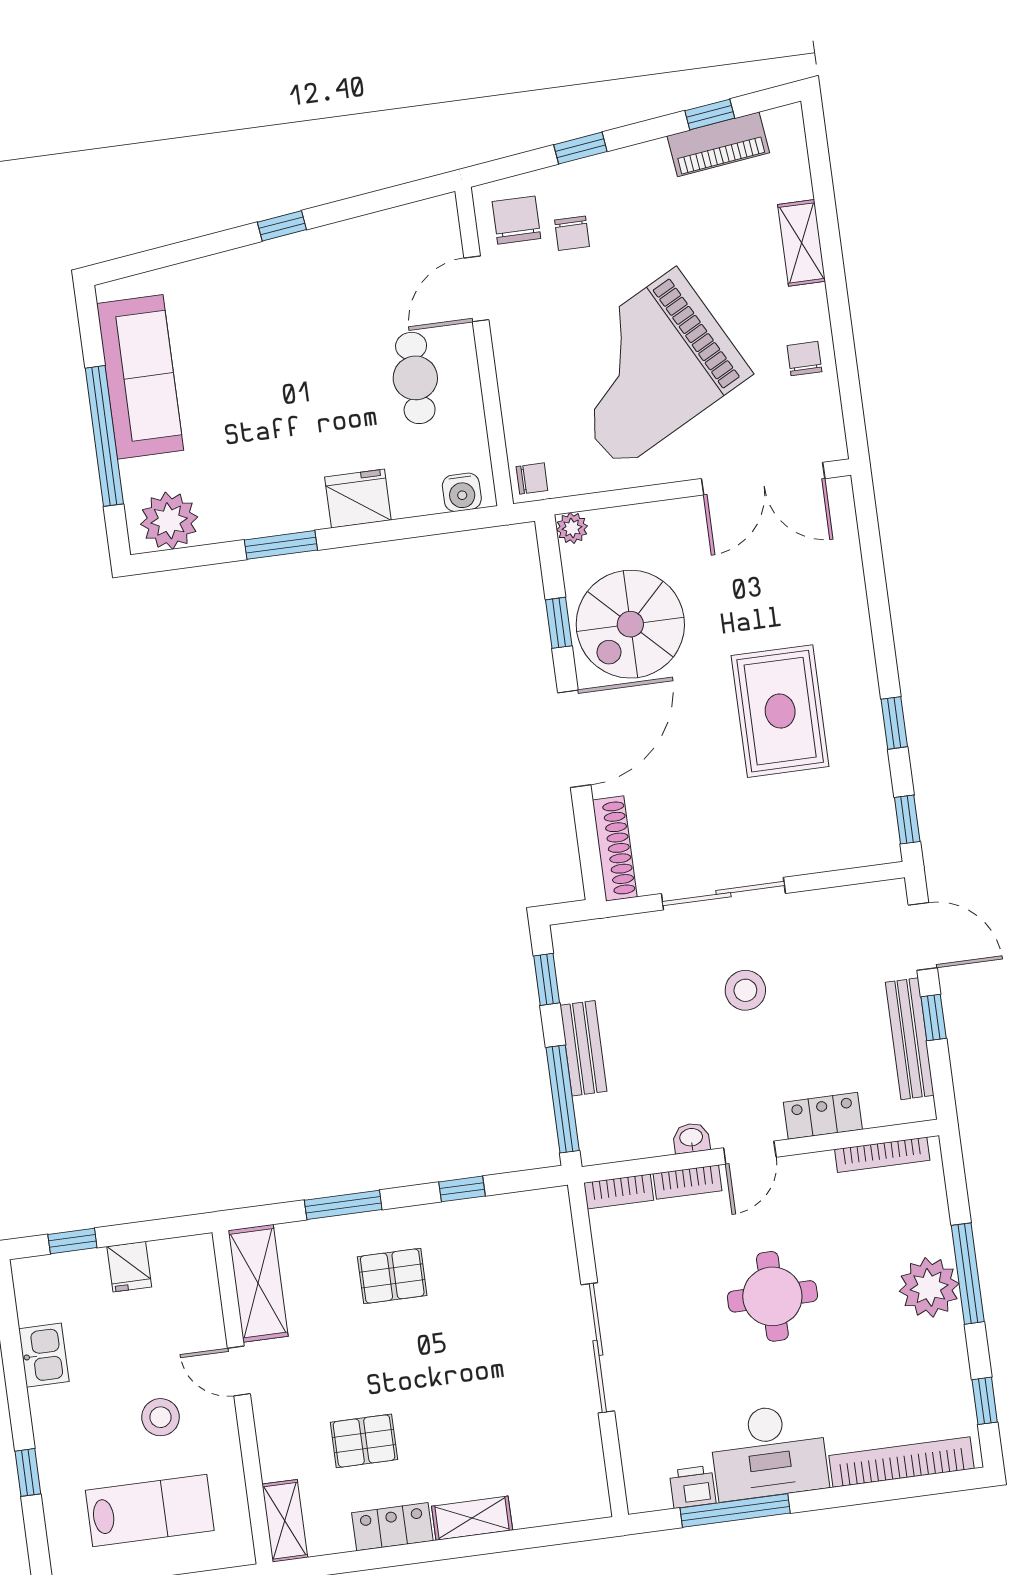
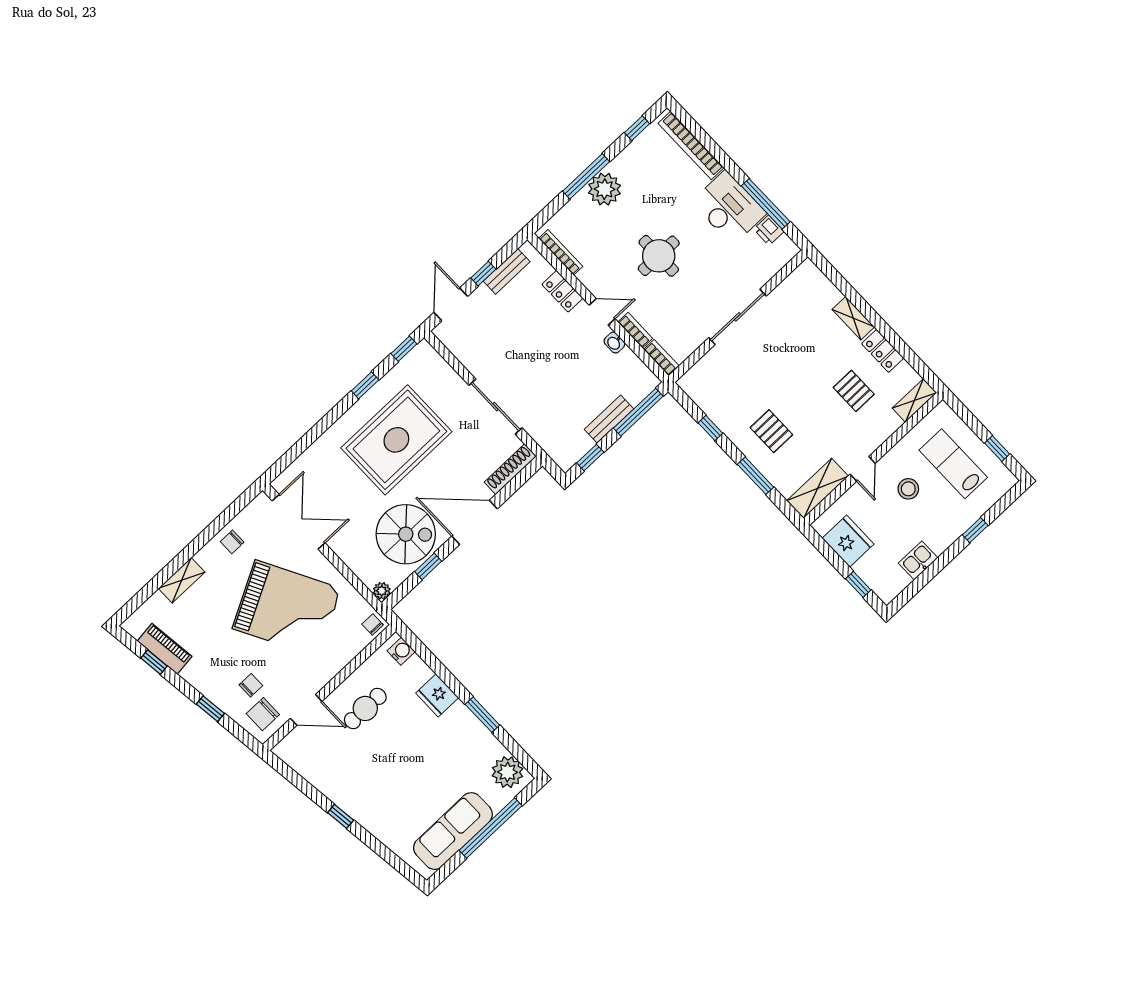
rug: (780, 711) -> (396, 440), width x1.37, depth x1.44
stool: (745, 990) -> (531, 366), removed
bench: (910, 1039) -> (507, 271), width x0.73
fridge: (129, 1267) -> (848, 541), width x1.88, depth x1.34

